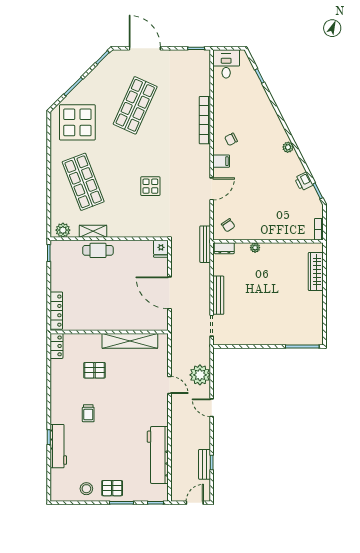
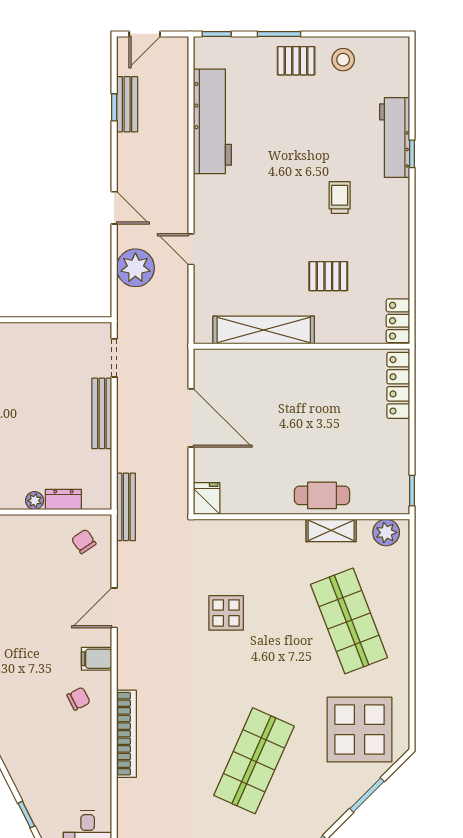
dresser: (224, 248) -> (63, 499), moved

